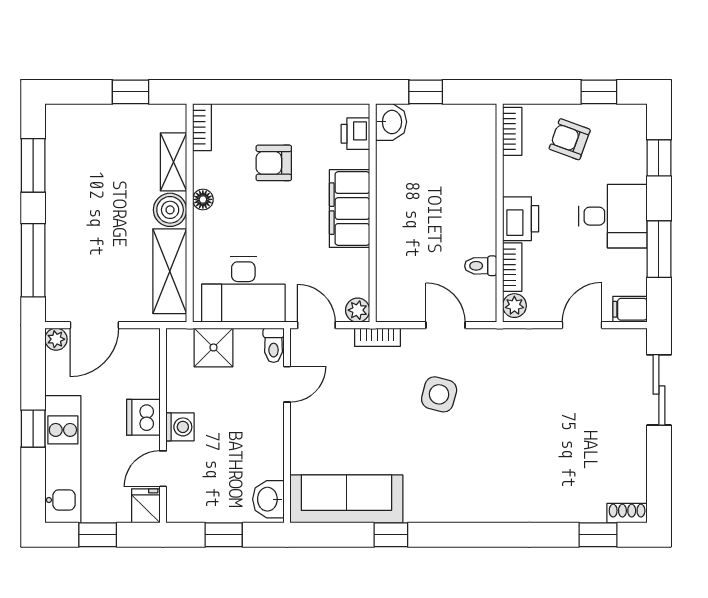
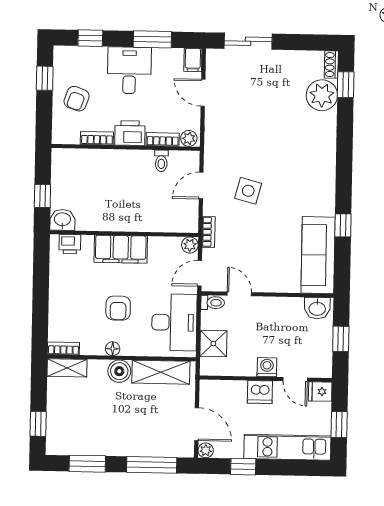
window: (130, 92) -> (38, 424), moved
bookcase: (512, 131) -> (97, 138), moved
shelving: (174, 162) -> (67, 368), moved
armchair: (274, 163) -> (118, 308), moved
window: (33, 429) -> (243, 467), moved
plant: (582, 500) -> (322, 95), added

